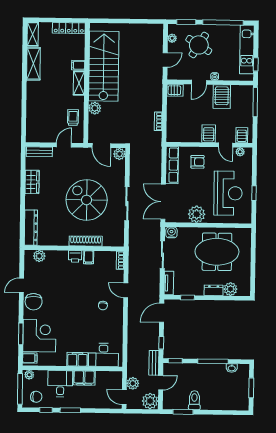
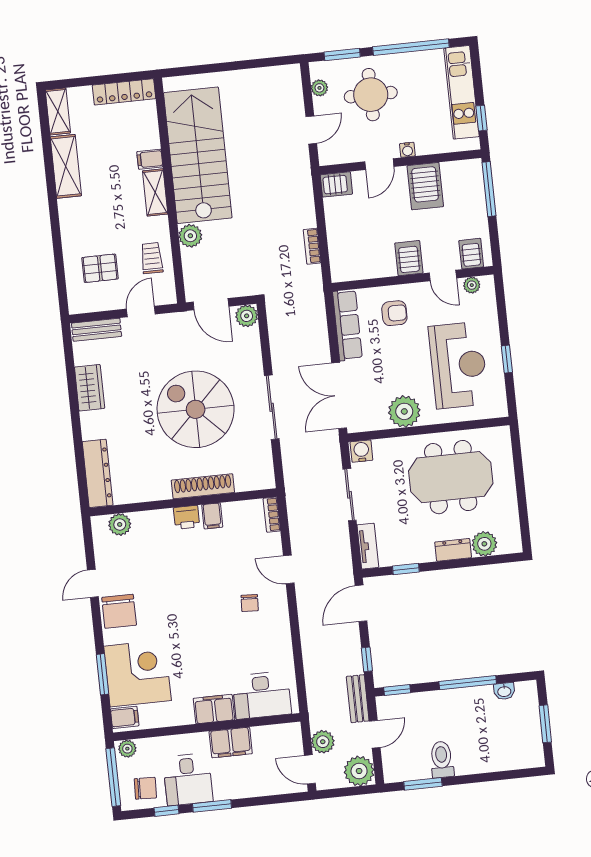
round table: (199, 45) -> (371, 95), turned -32
pallet: (45, 120) -> (100, 268), added
desk: (60, 384) -> (188, 779), moved, turned 180

